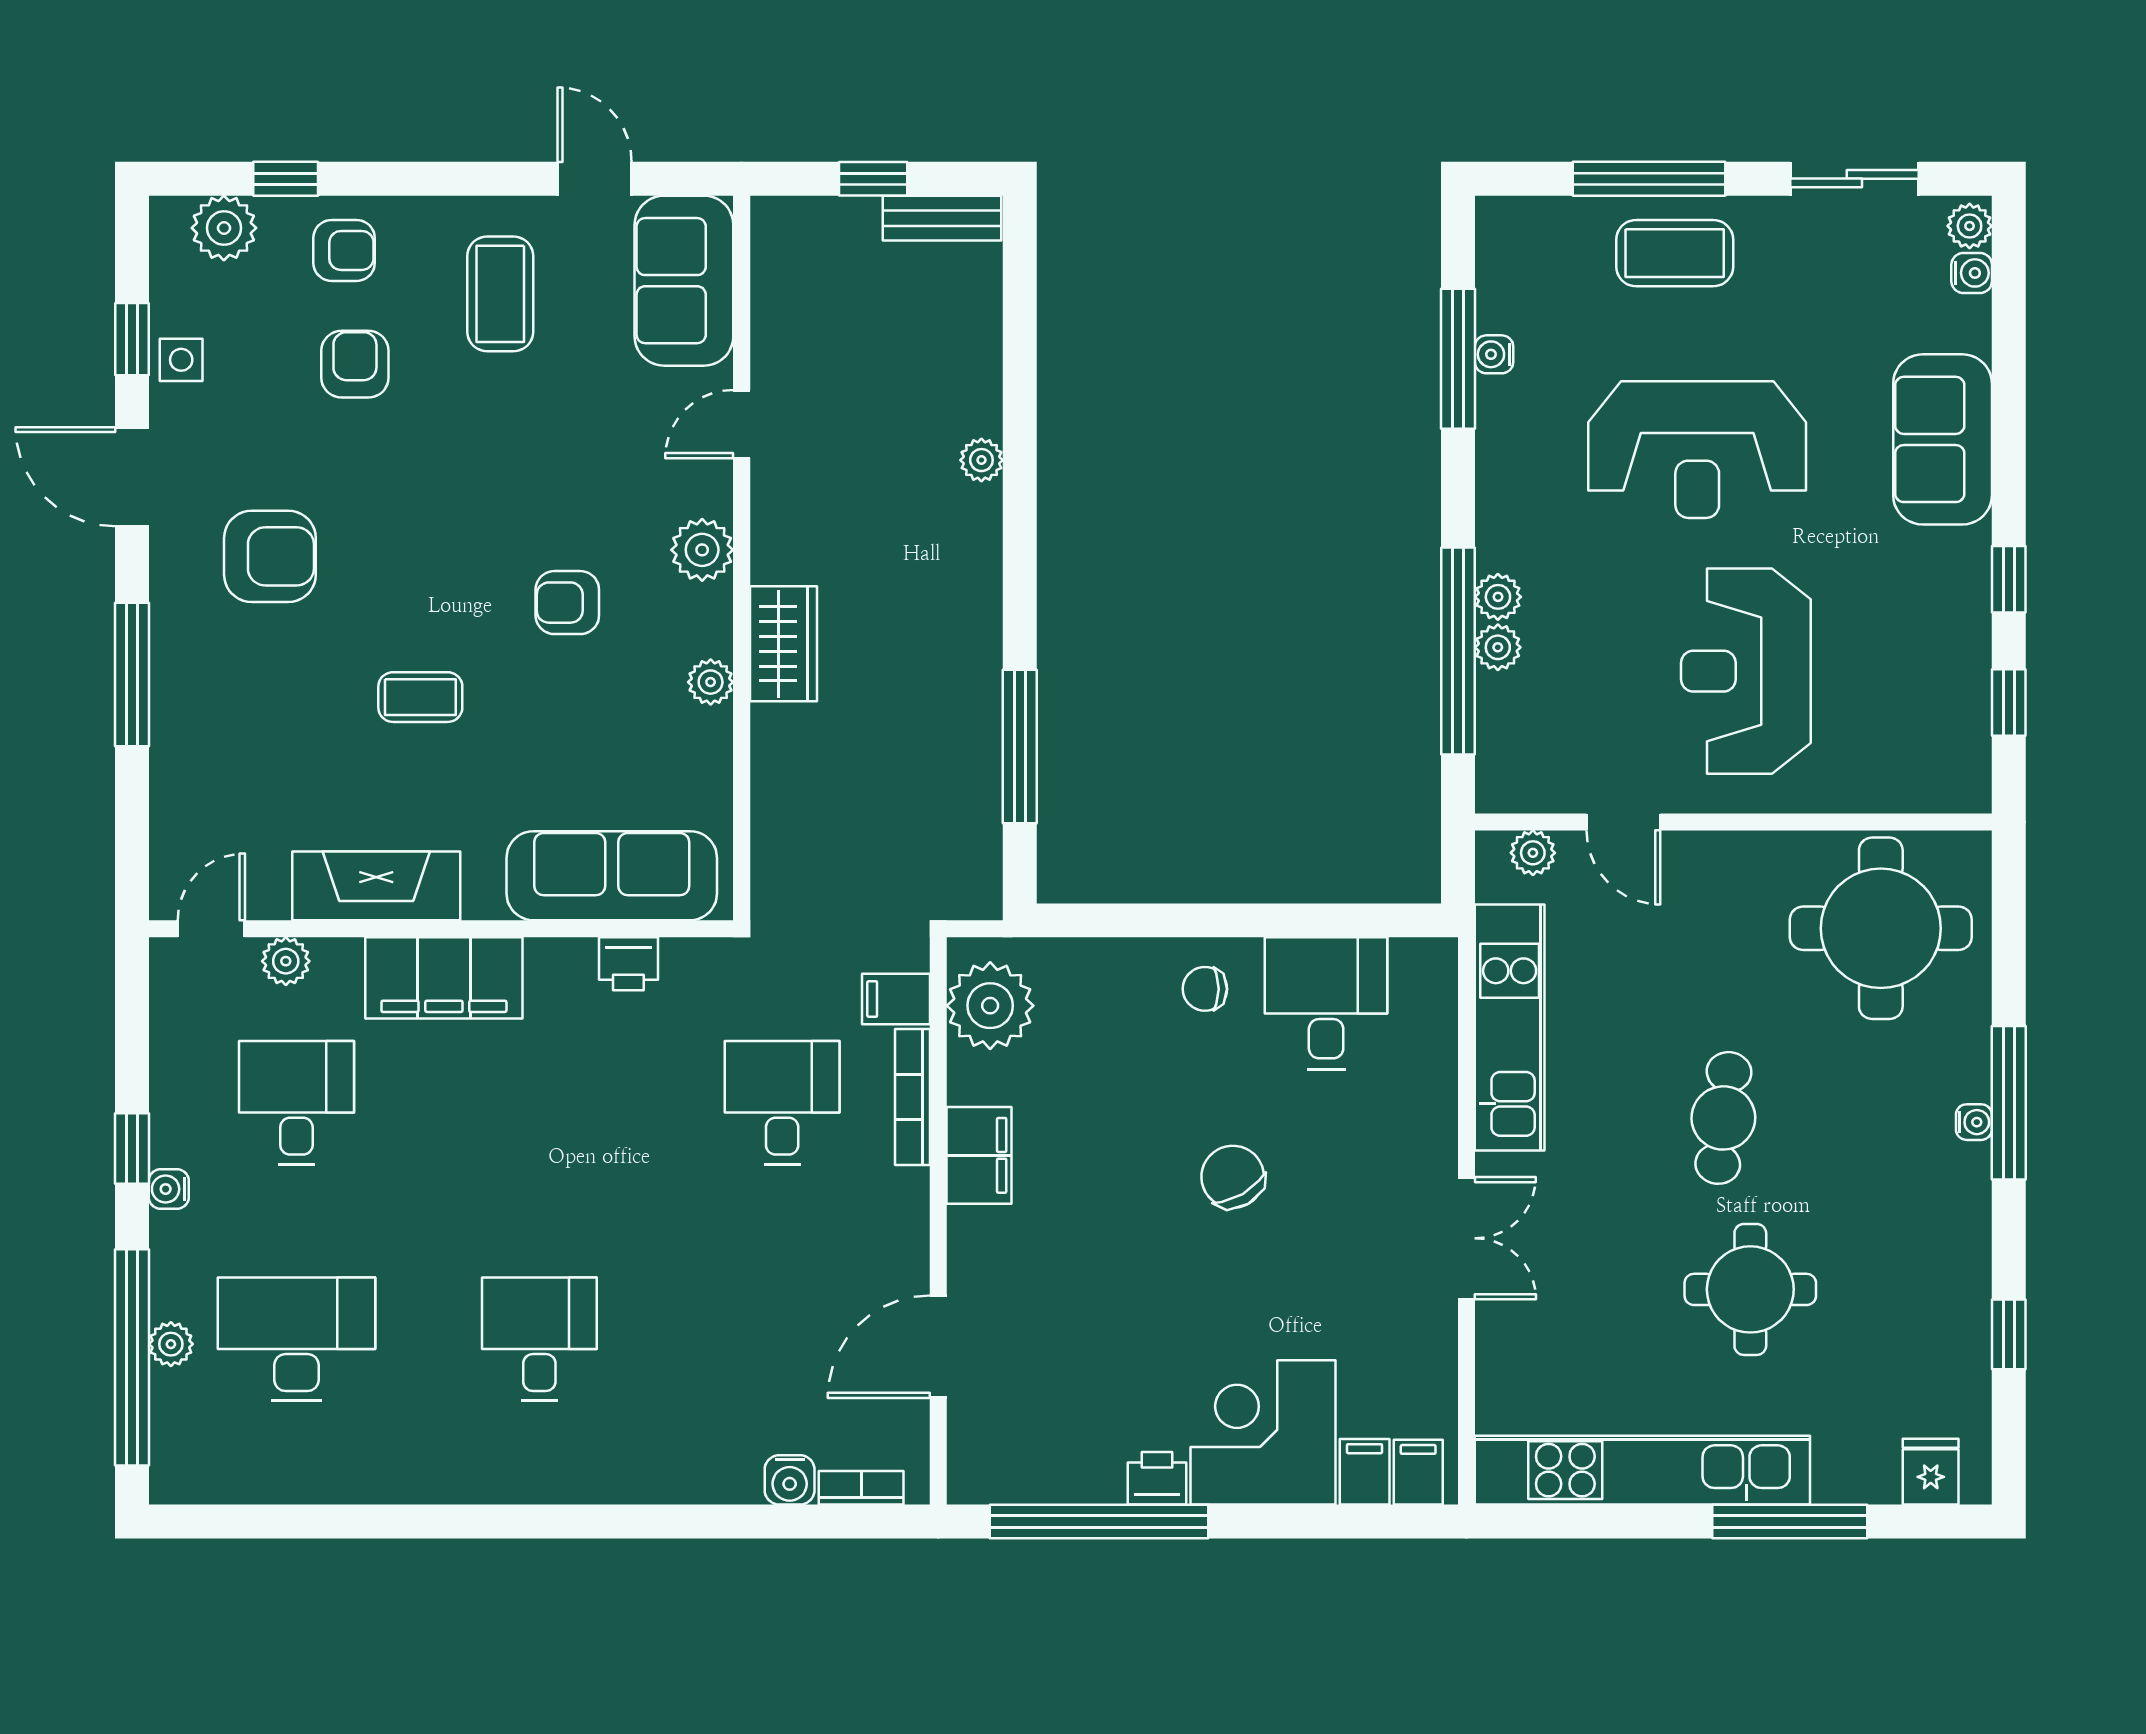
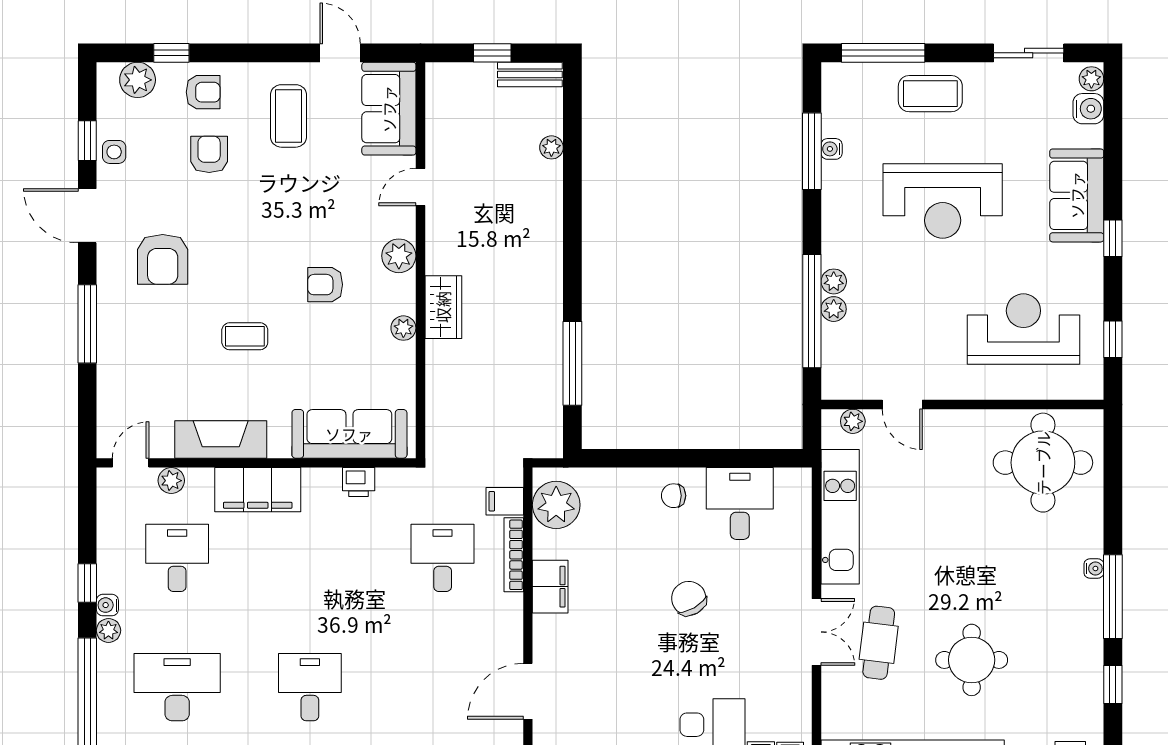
window: (1649, 179) -> (883, 53), moved
water cooler: (1972, 273) -> (1088, 109), width x1.38, depth x1.38
plant: (981, 460) -> (551, 147), moved
armchair: (270, 556) -> (163, 259), turned 90
window: (2009, 579) -> (1113, 238), moved
reception desk: (1746, 671) -> (1023, 329), moved, turned 90
window: (2009, 1103) -> (1113, 597), moved
cafe table: (1723, 1118) -> (879, 643), moved
plant: (171, 1344) -> (108, 630), moved

